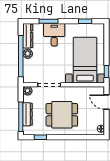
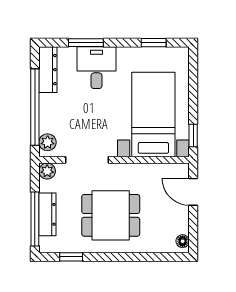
plant: (28, 54) -> (48, 142), moved

